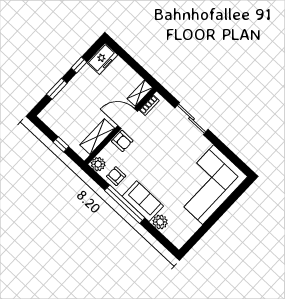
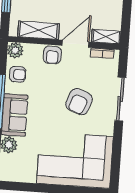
door: (128, 119) -> (76, 44), hinge flipped
armchair: (170, 149) -> (79, 102), added
armchair: (116, 176) -> (18, 74), turned 90

